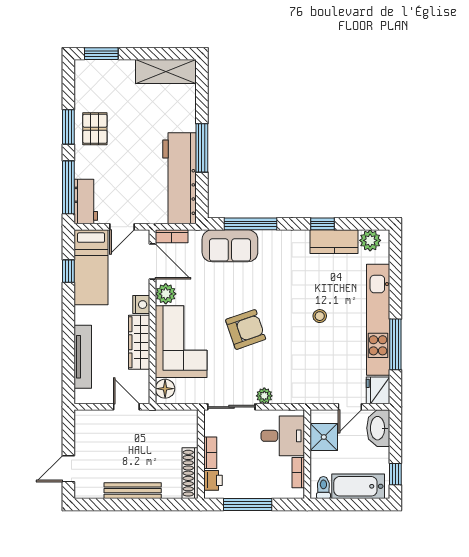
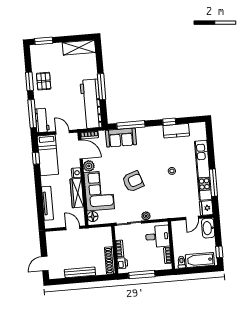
door: (122, 227) -> (63, 132), swing flipped
plant: (370, 240) -> (195, 128), removed
shower: (324, 437) -> (179, 235), removed

